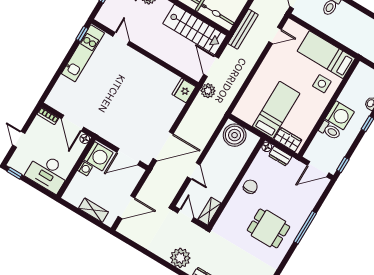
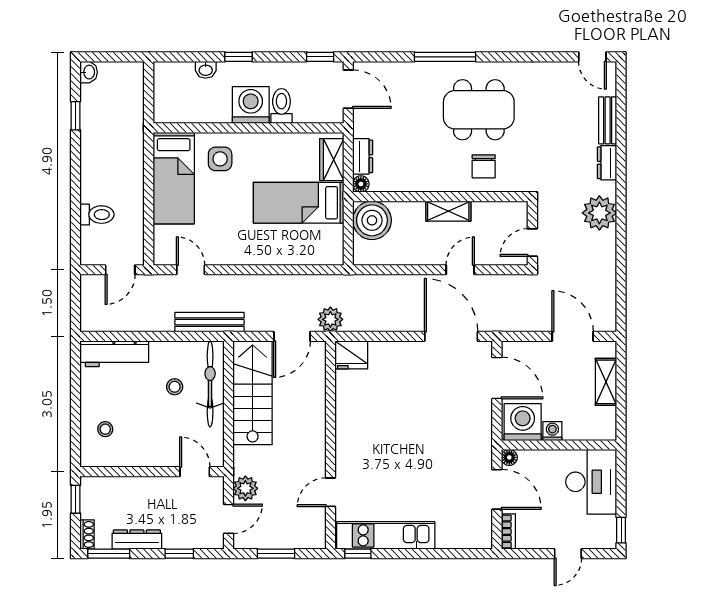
door: (72, 123) -> (497, 489), hinge flipped
boiler: (235, 135) -> (372, 220), moved
chair: (250, 187) -> (484, 166), moved, turned -86
shelving: (210, 211) -> (448, 211), moved
dining table: (268, 228) -> (479, 110), width x1.38

